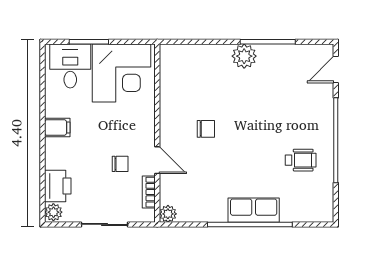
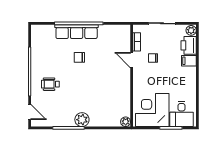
door: (336, 69) -> (30, 112), hinge flipped
filing cabinet: (57, 127) -> (189, 61), moved
chair: (206, 129) -> (79, 57), moved
wheelchair: (301, 160) -> (50, 84), moved
row of seats: (254, 210) -> (77, 32), width x1.48
plant: (168, 214) -> (126, 122), moved

